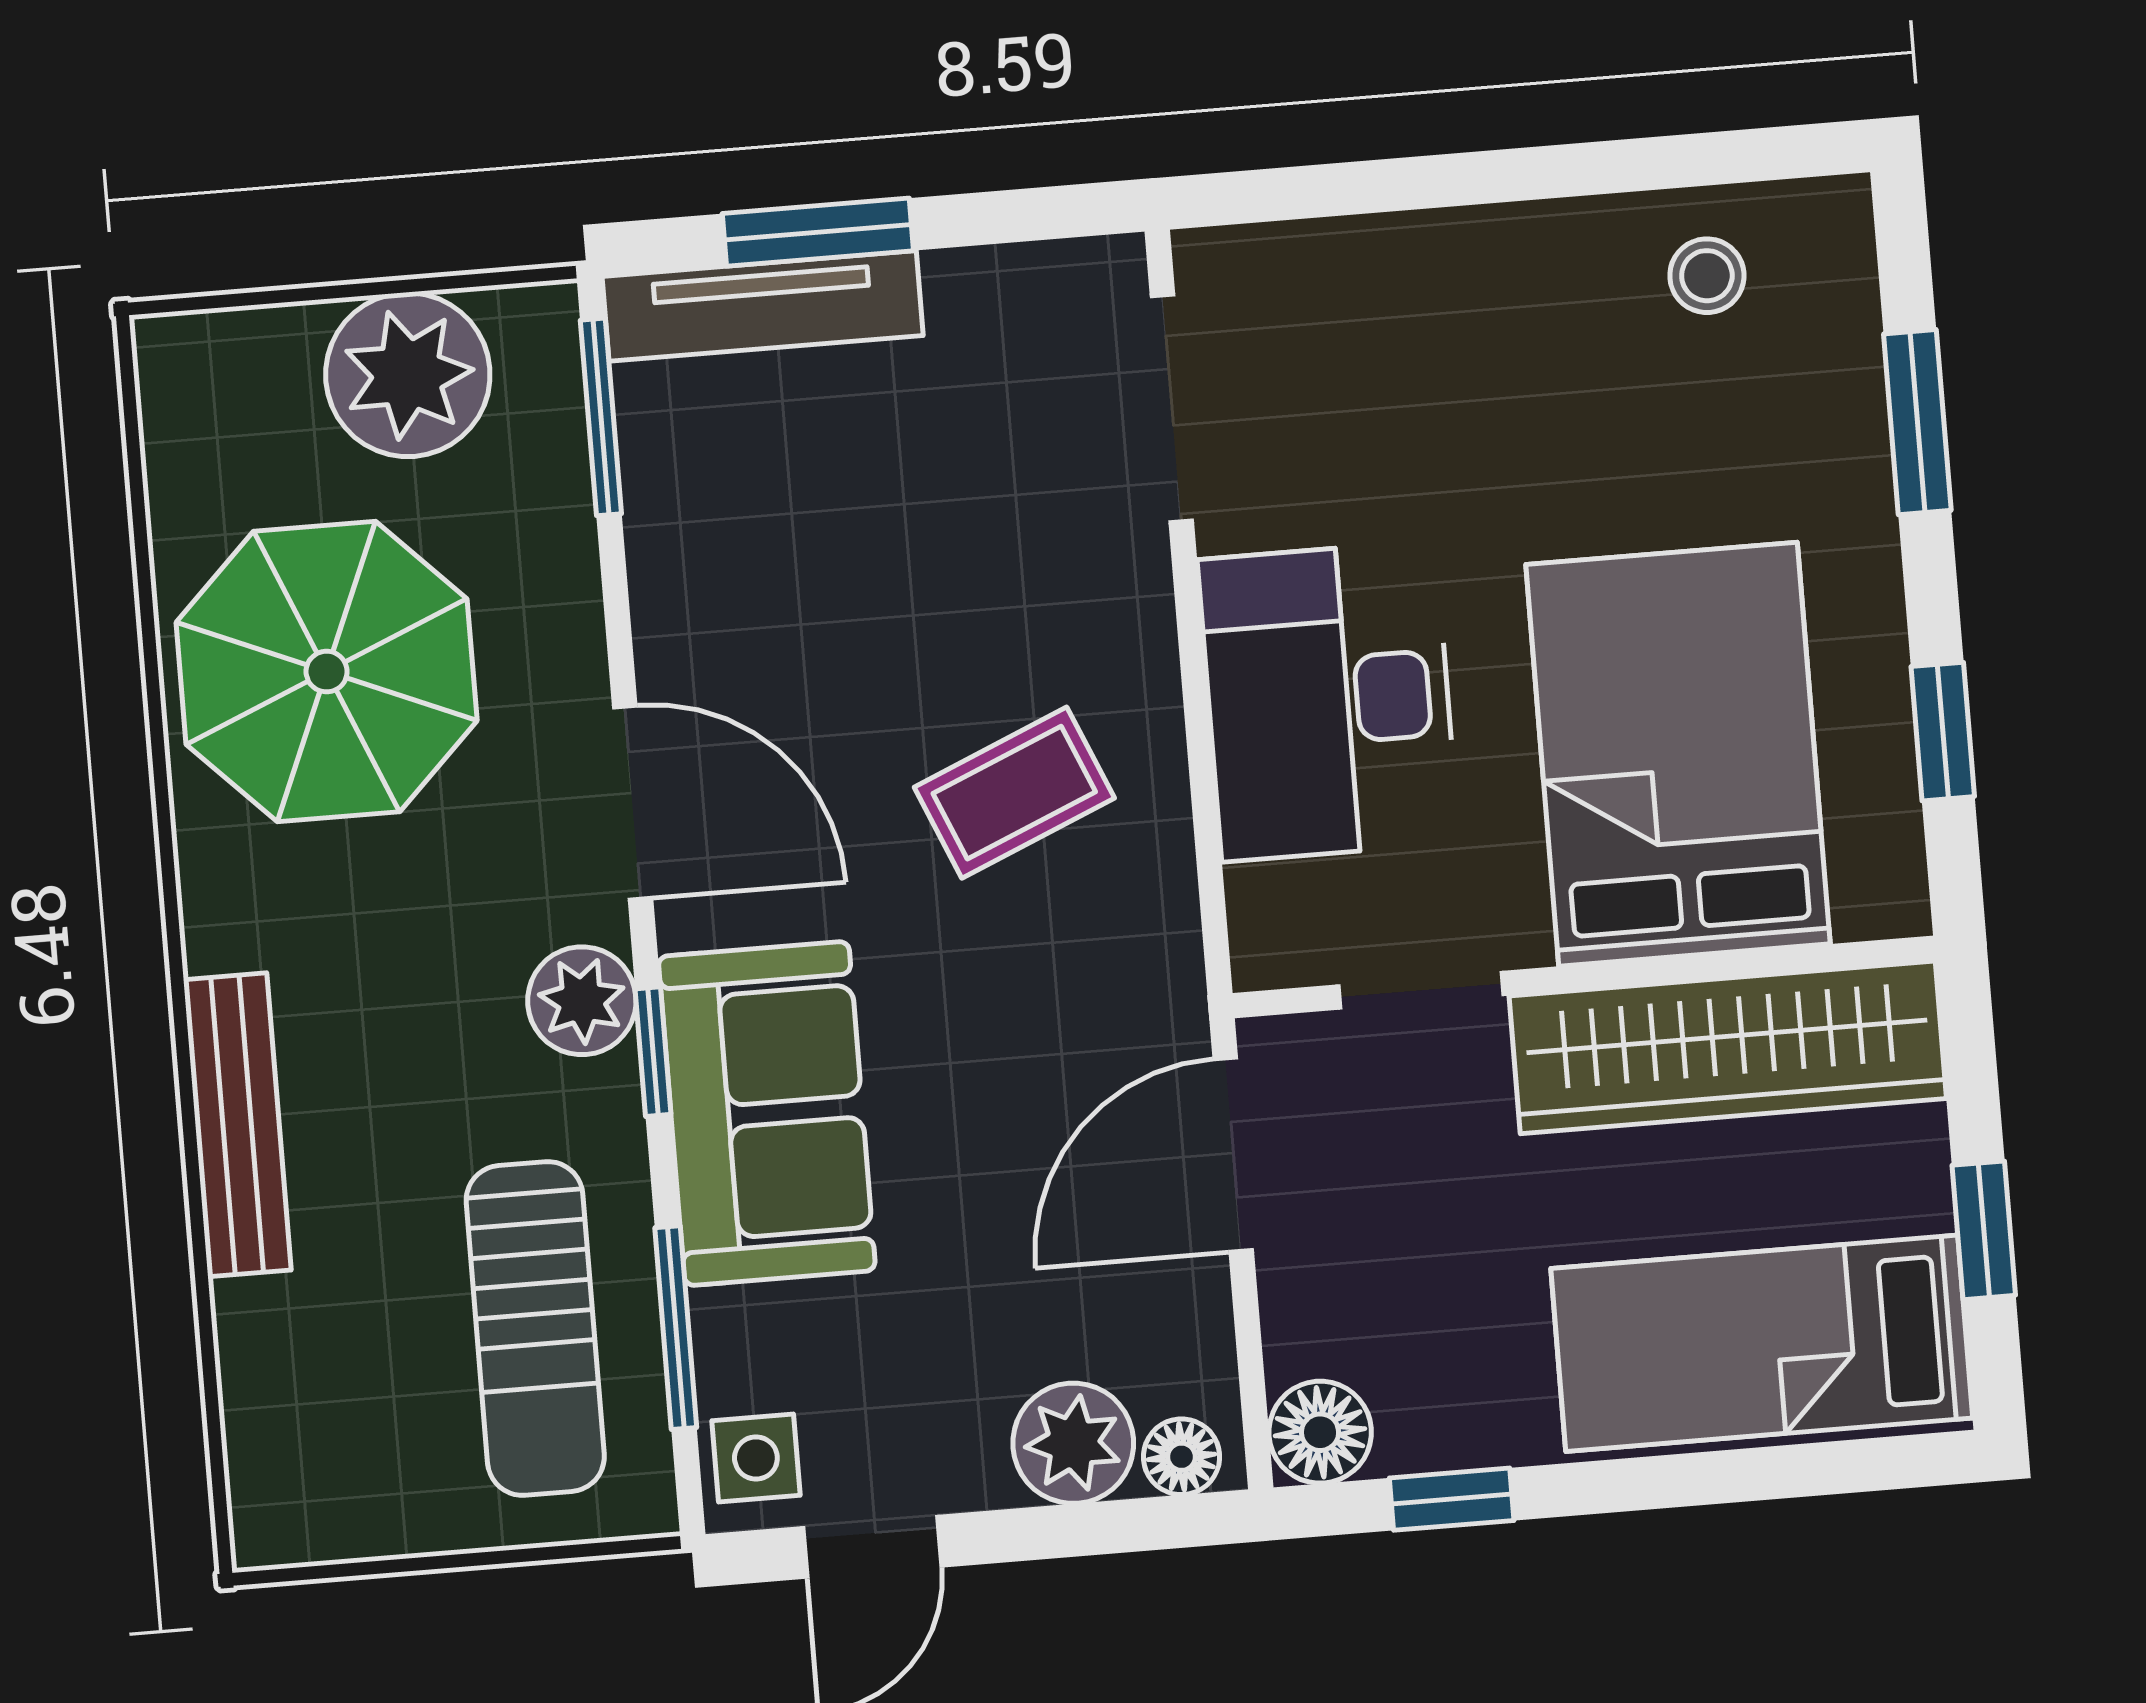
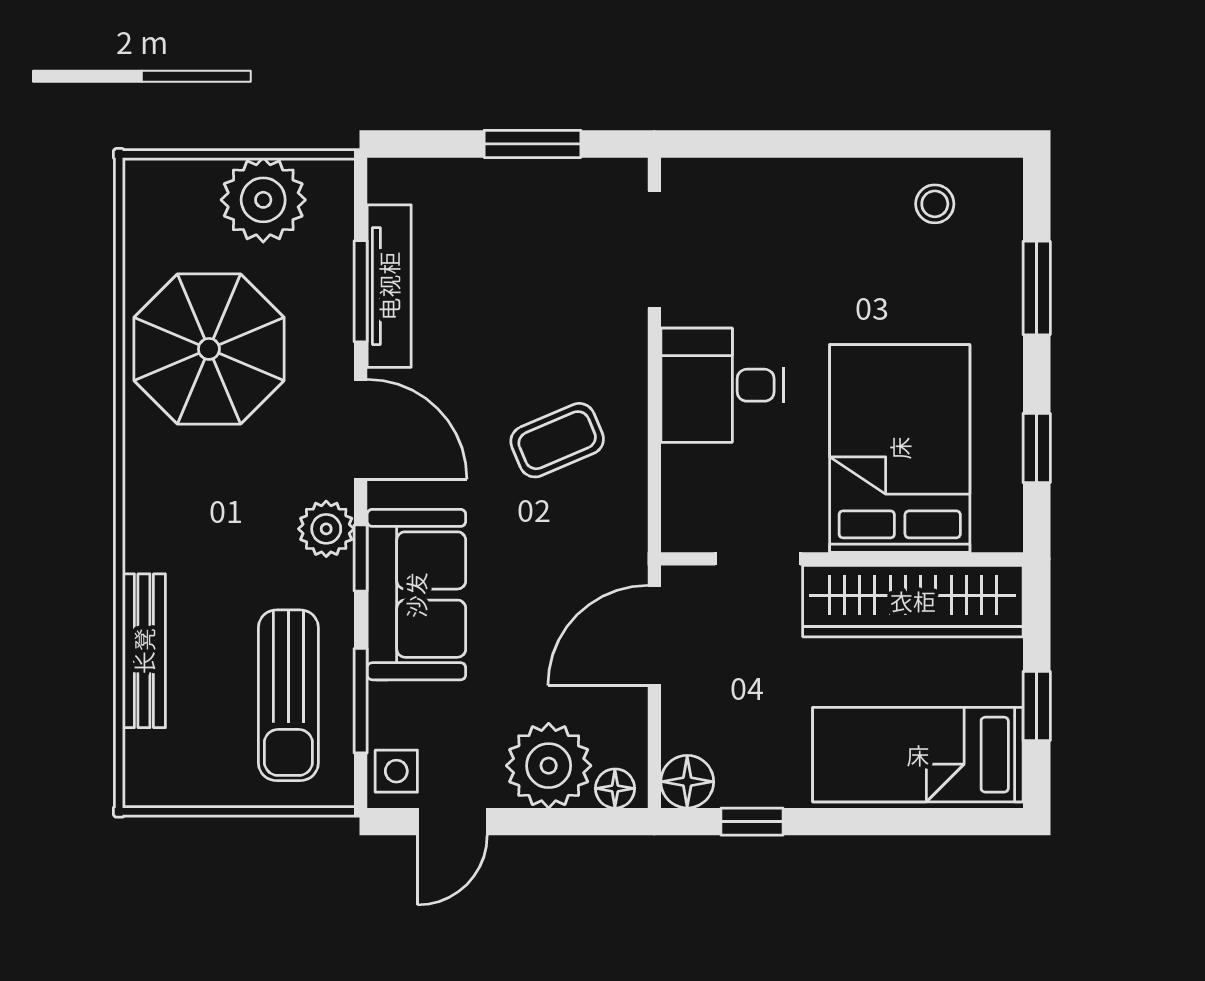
window: (818, 232) -> (533, 144), moved
tv unit: (763, 306) -> (389, 286), moved, turned -90
window: (601, 417) -> (361, 291), moved
desk: (1328, 701) -> (722, 385), width x0.73
bench: (237, 1125) -> (144, 651), moved
plant: (1073, 1443) -> (549, 766), width x1.36, depth x1.36

